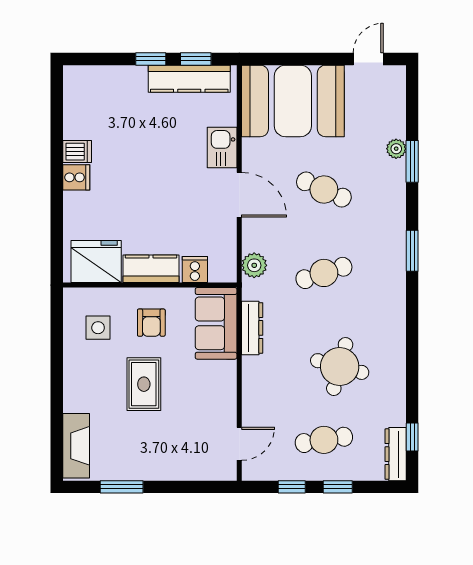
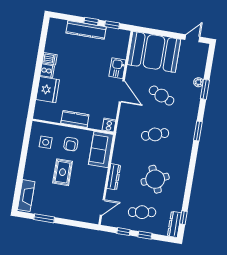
kitchen counter: (189, 79) -> (86, 30), moved
fridge: (96, 261) -> (48, 90), moved, turned 90
plant: (254, 265) -> (123, 125), removed
cooker: (195, 270) -> (109, 125), moved
dresser: (252, 328) -> (114, 177), moved
round table: (340, 367) -> (155, 179), turned -38

